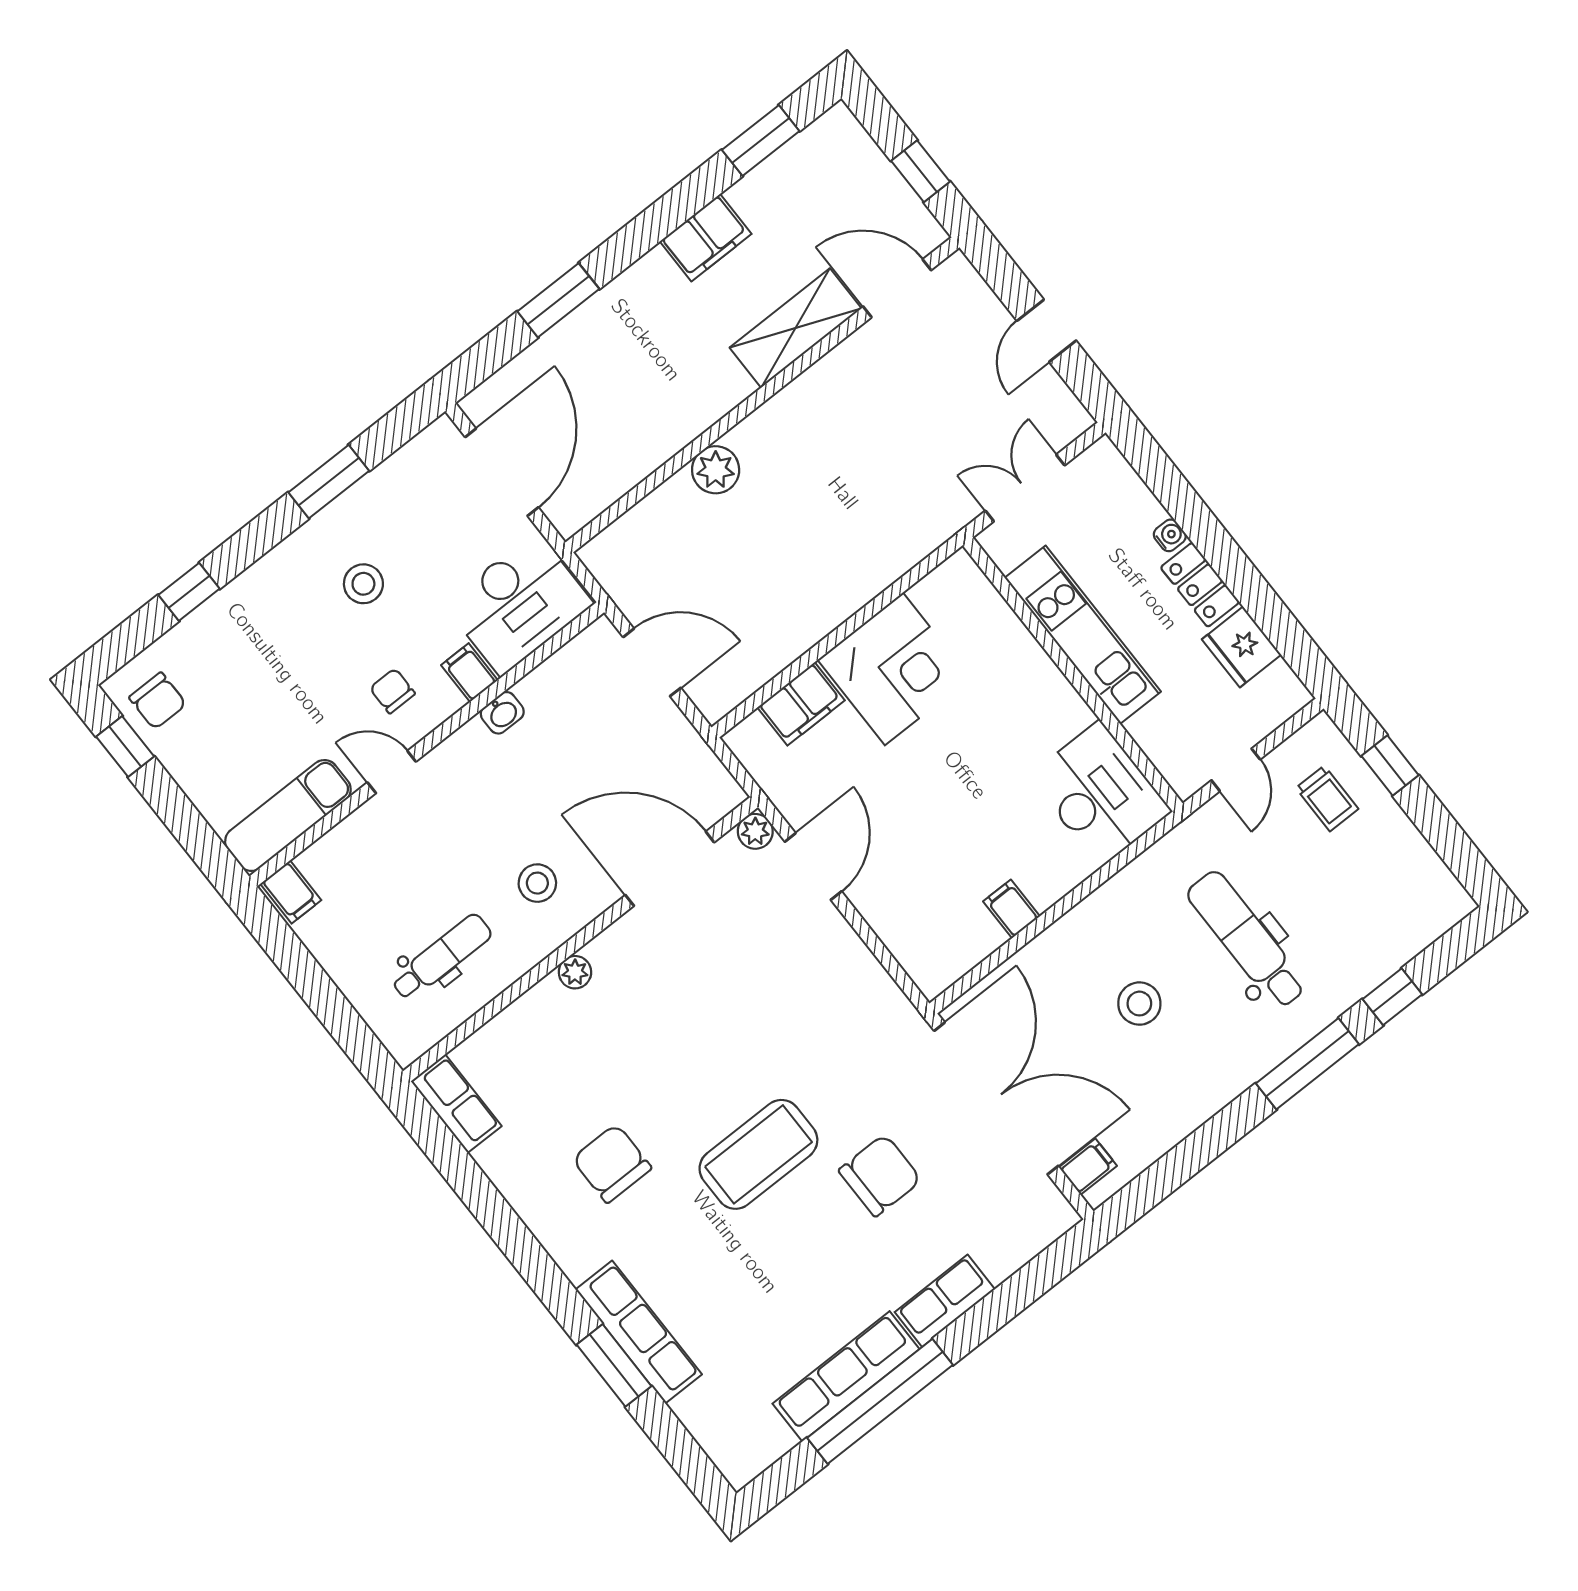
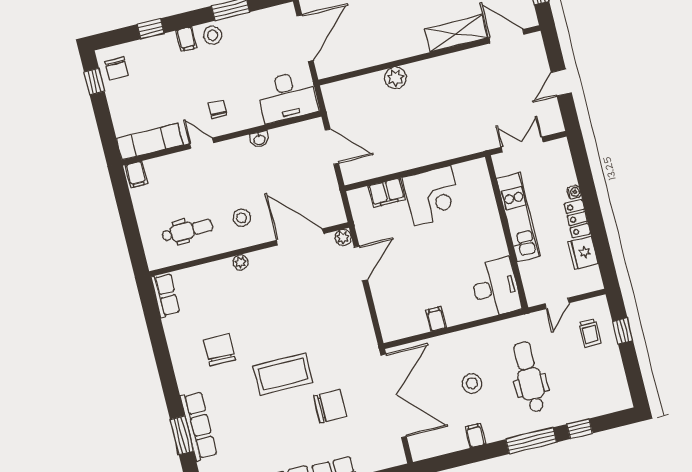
stool: (363, 584) -> (213, 35), moved
filing cabinet: (469, 673) -> (186, 39), moved, turned 180
filing cabinet: (1088, 1167) -> (475, 436), moved, turned -90

